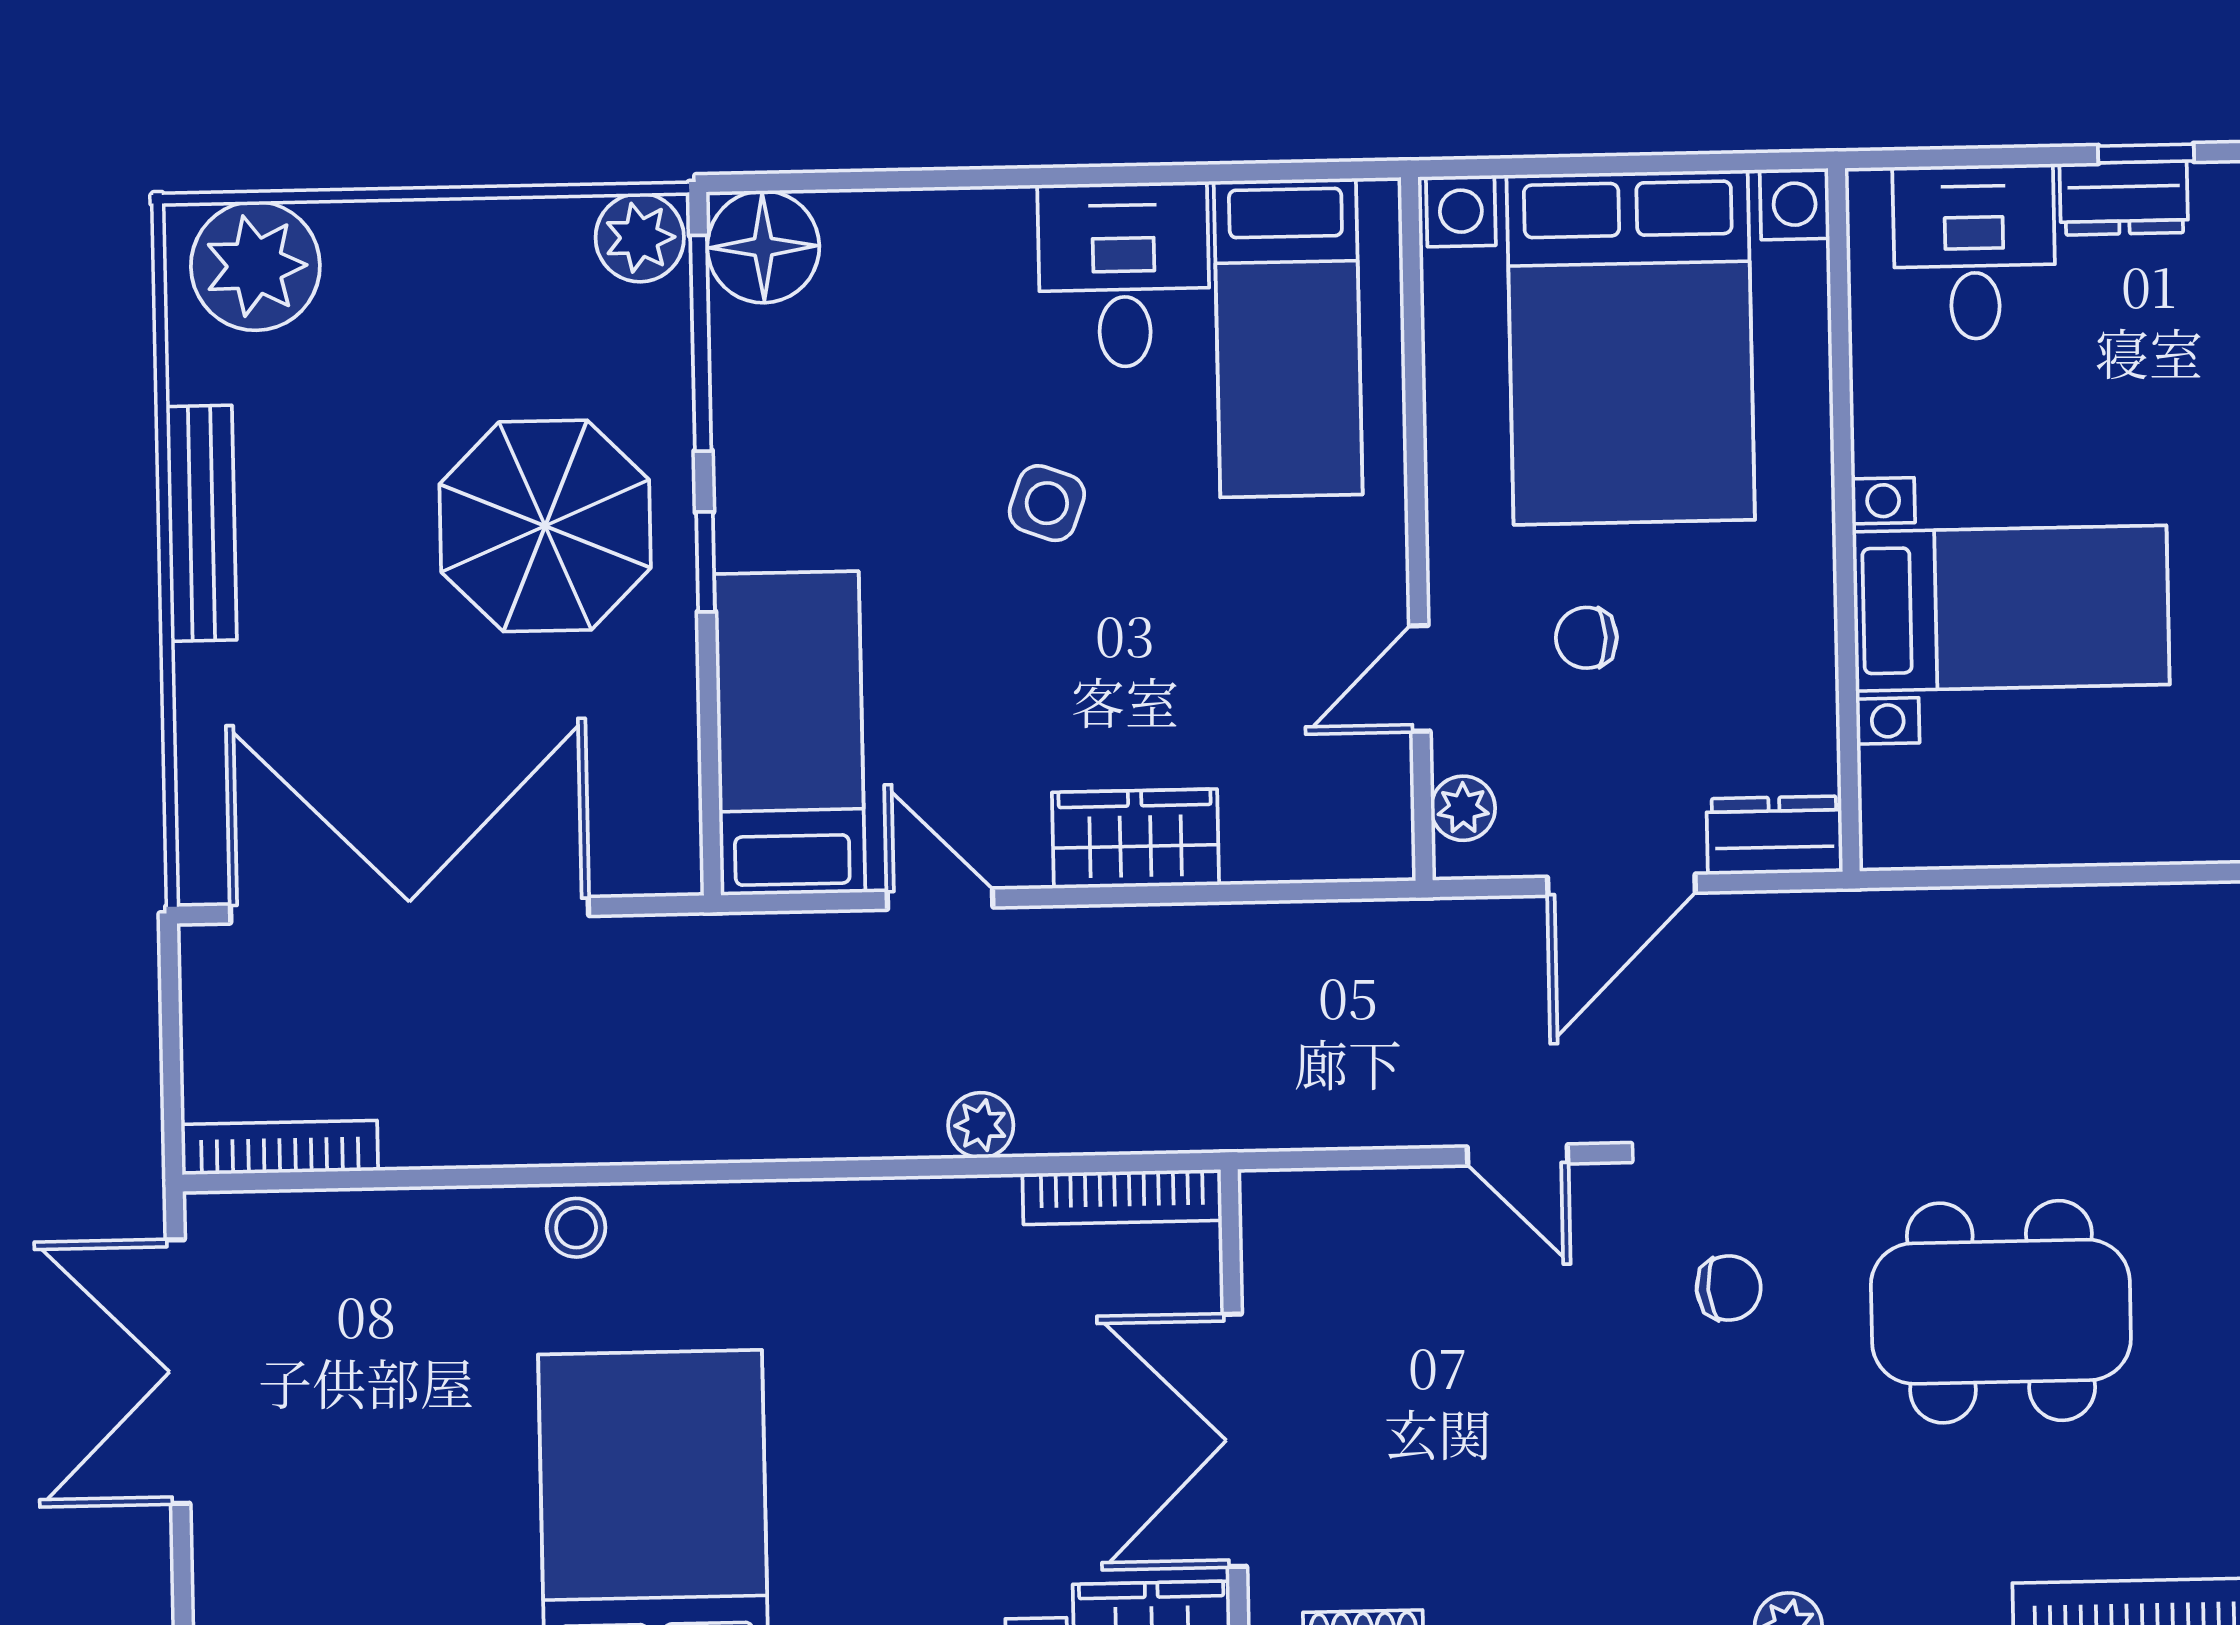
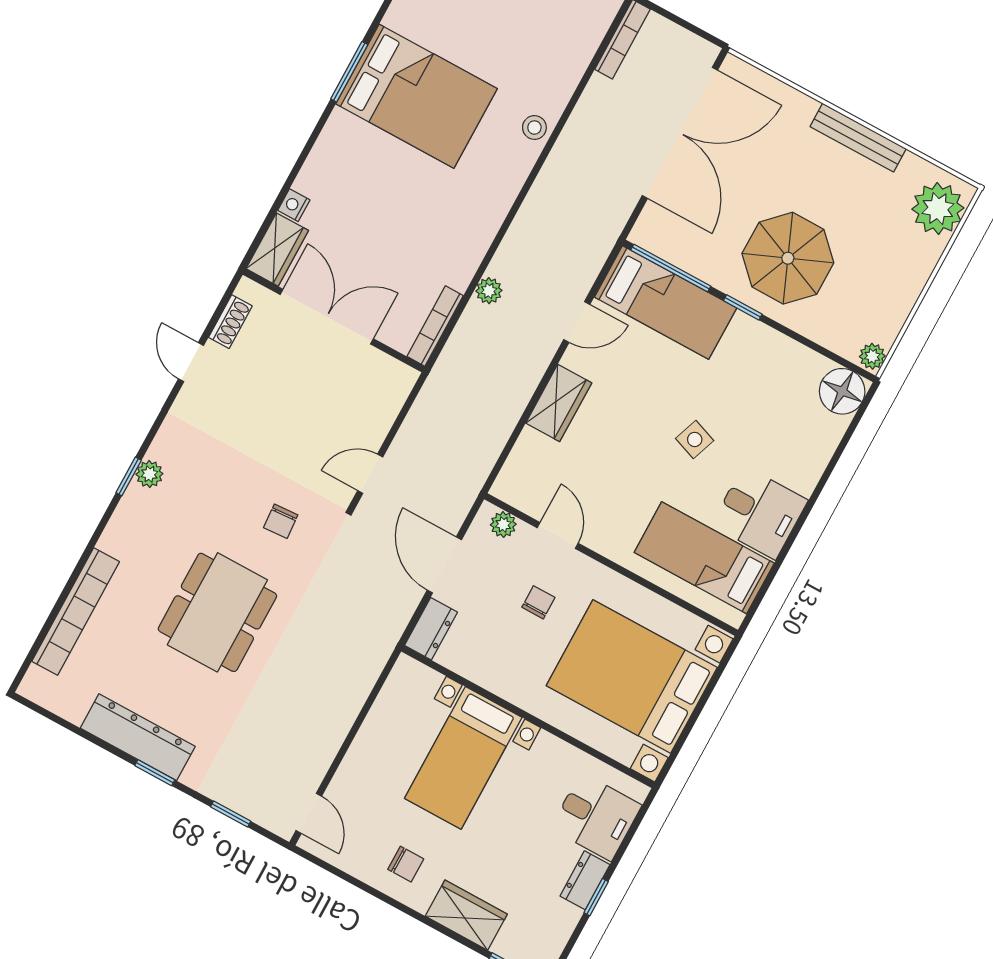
plant: (640, 238) -> (872, 356), width x0.73, depth x0.73
window: (701, 343) -> (671, 268), moved

